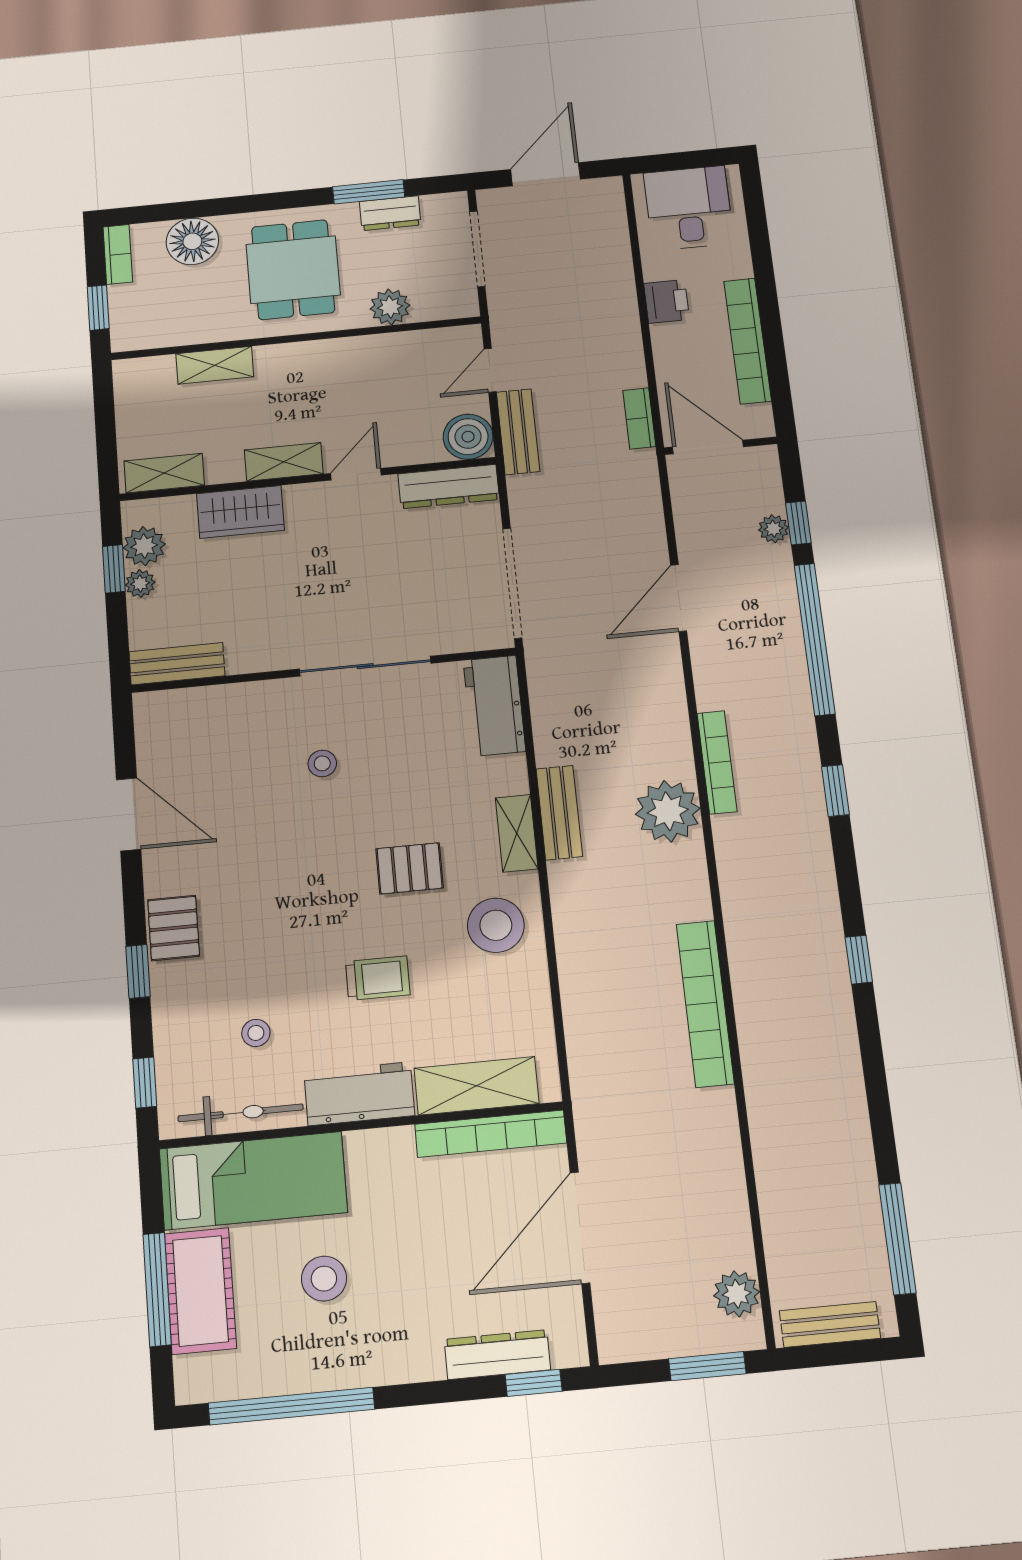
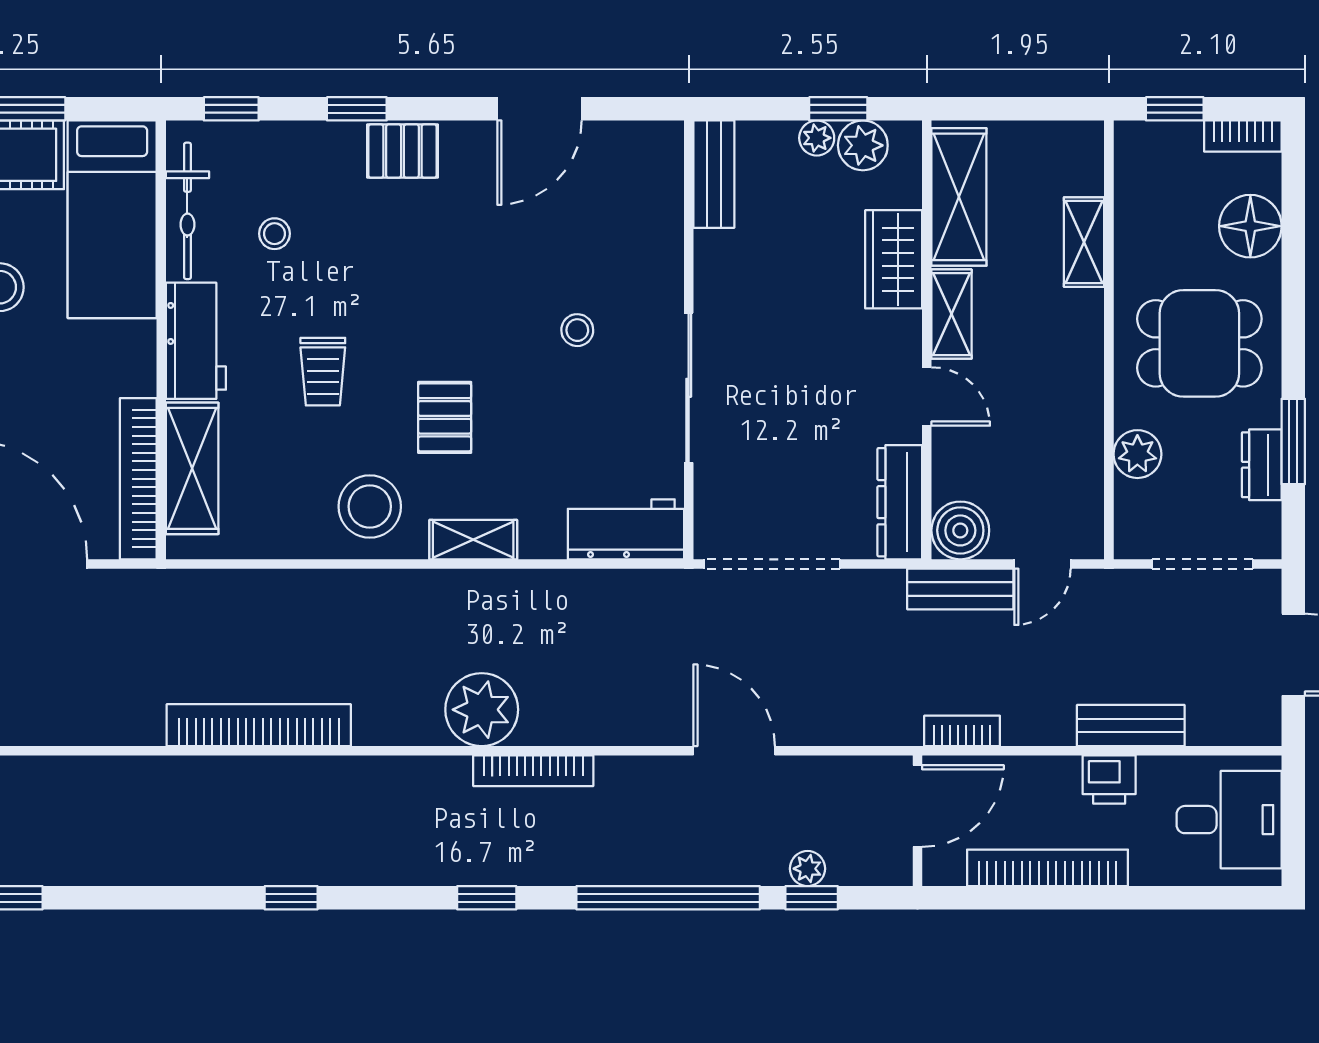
door: (490, 370) -> (1042, 564), swing flipped
shelving: (164, 473) -> (959, 197), width x1.50, depth x1.33
bench: (559, 813) -> (1131, 725), moved

